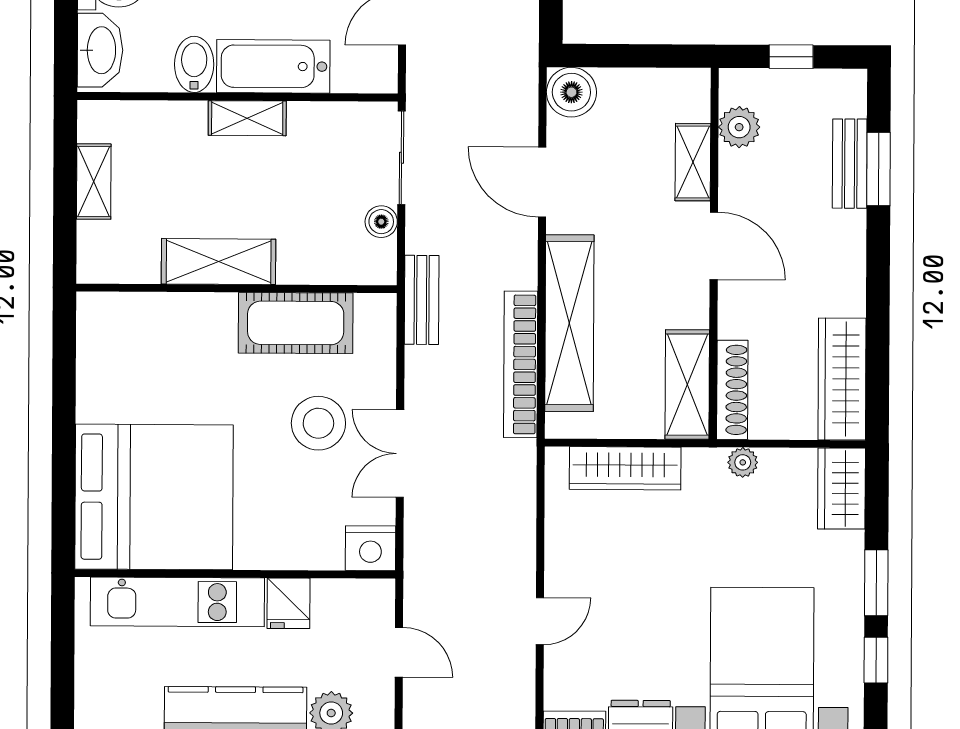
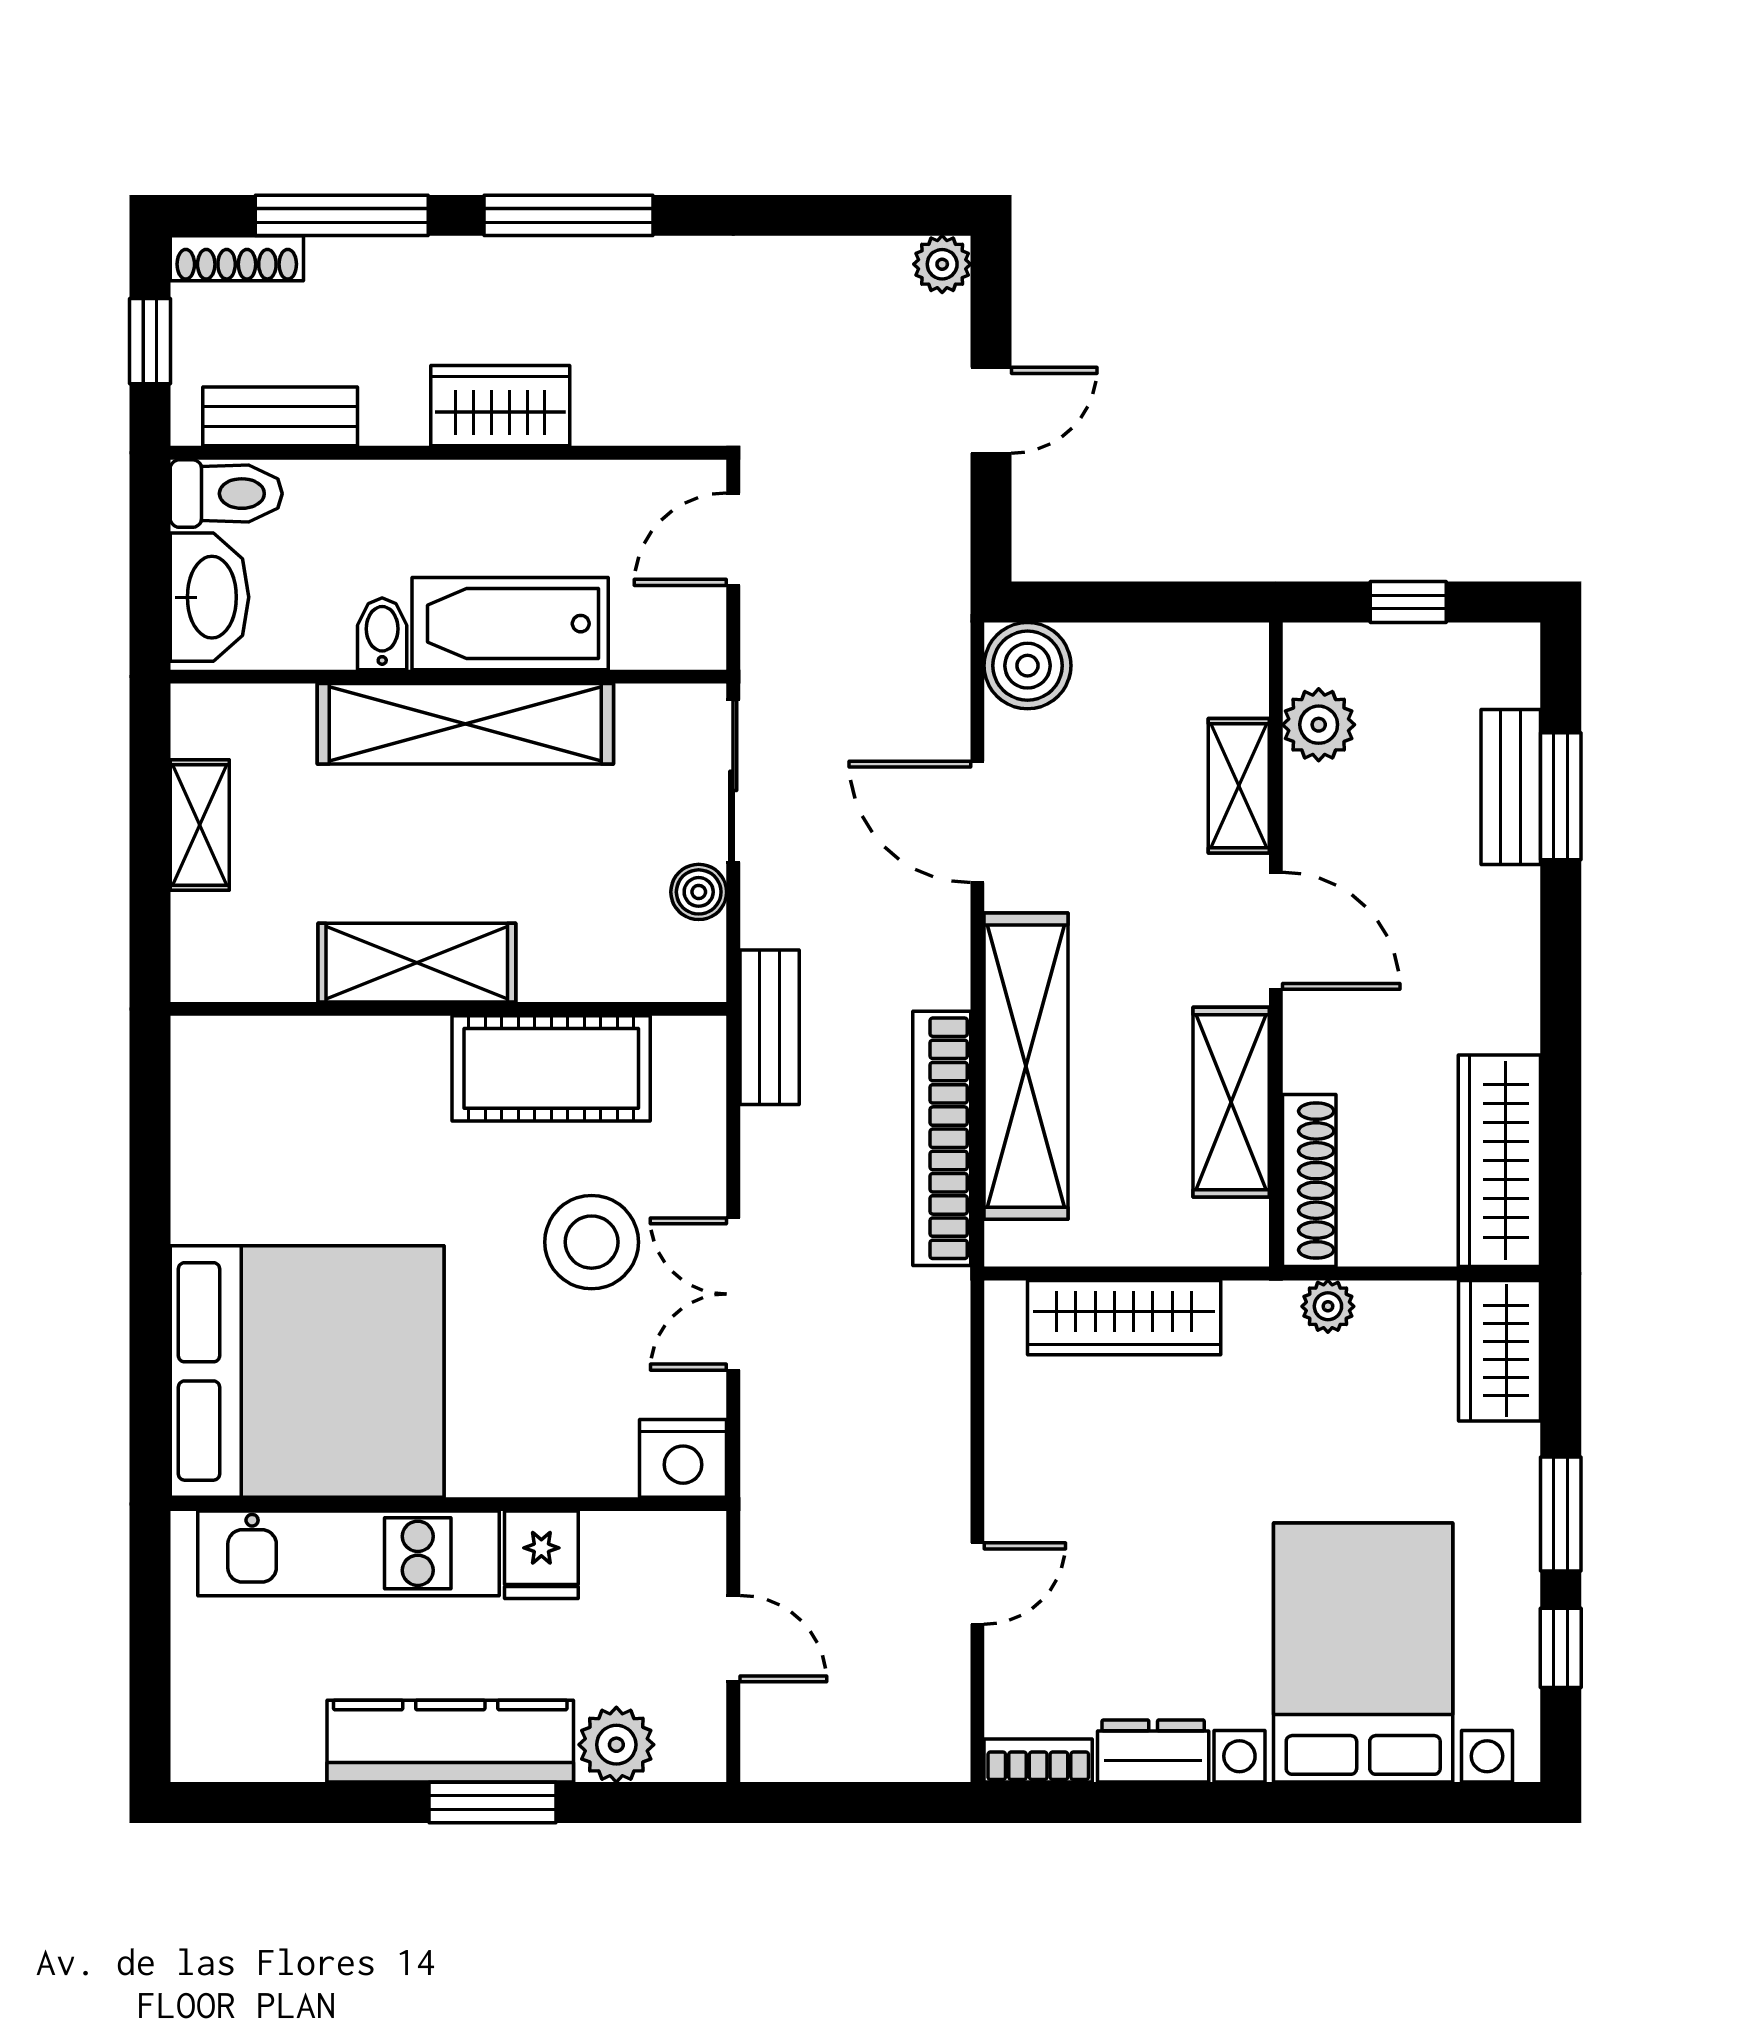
bidet: (194, 64) -> (382, 634), width x0.72, depth x0.74
shelving: (247, 118) -> (465, 724), width x2.20, depth x1.33
shelving: (687, 385) -> (1231, 1102), moved

